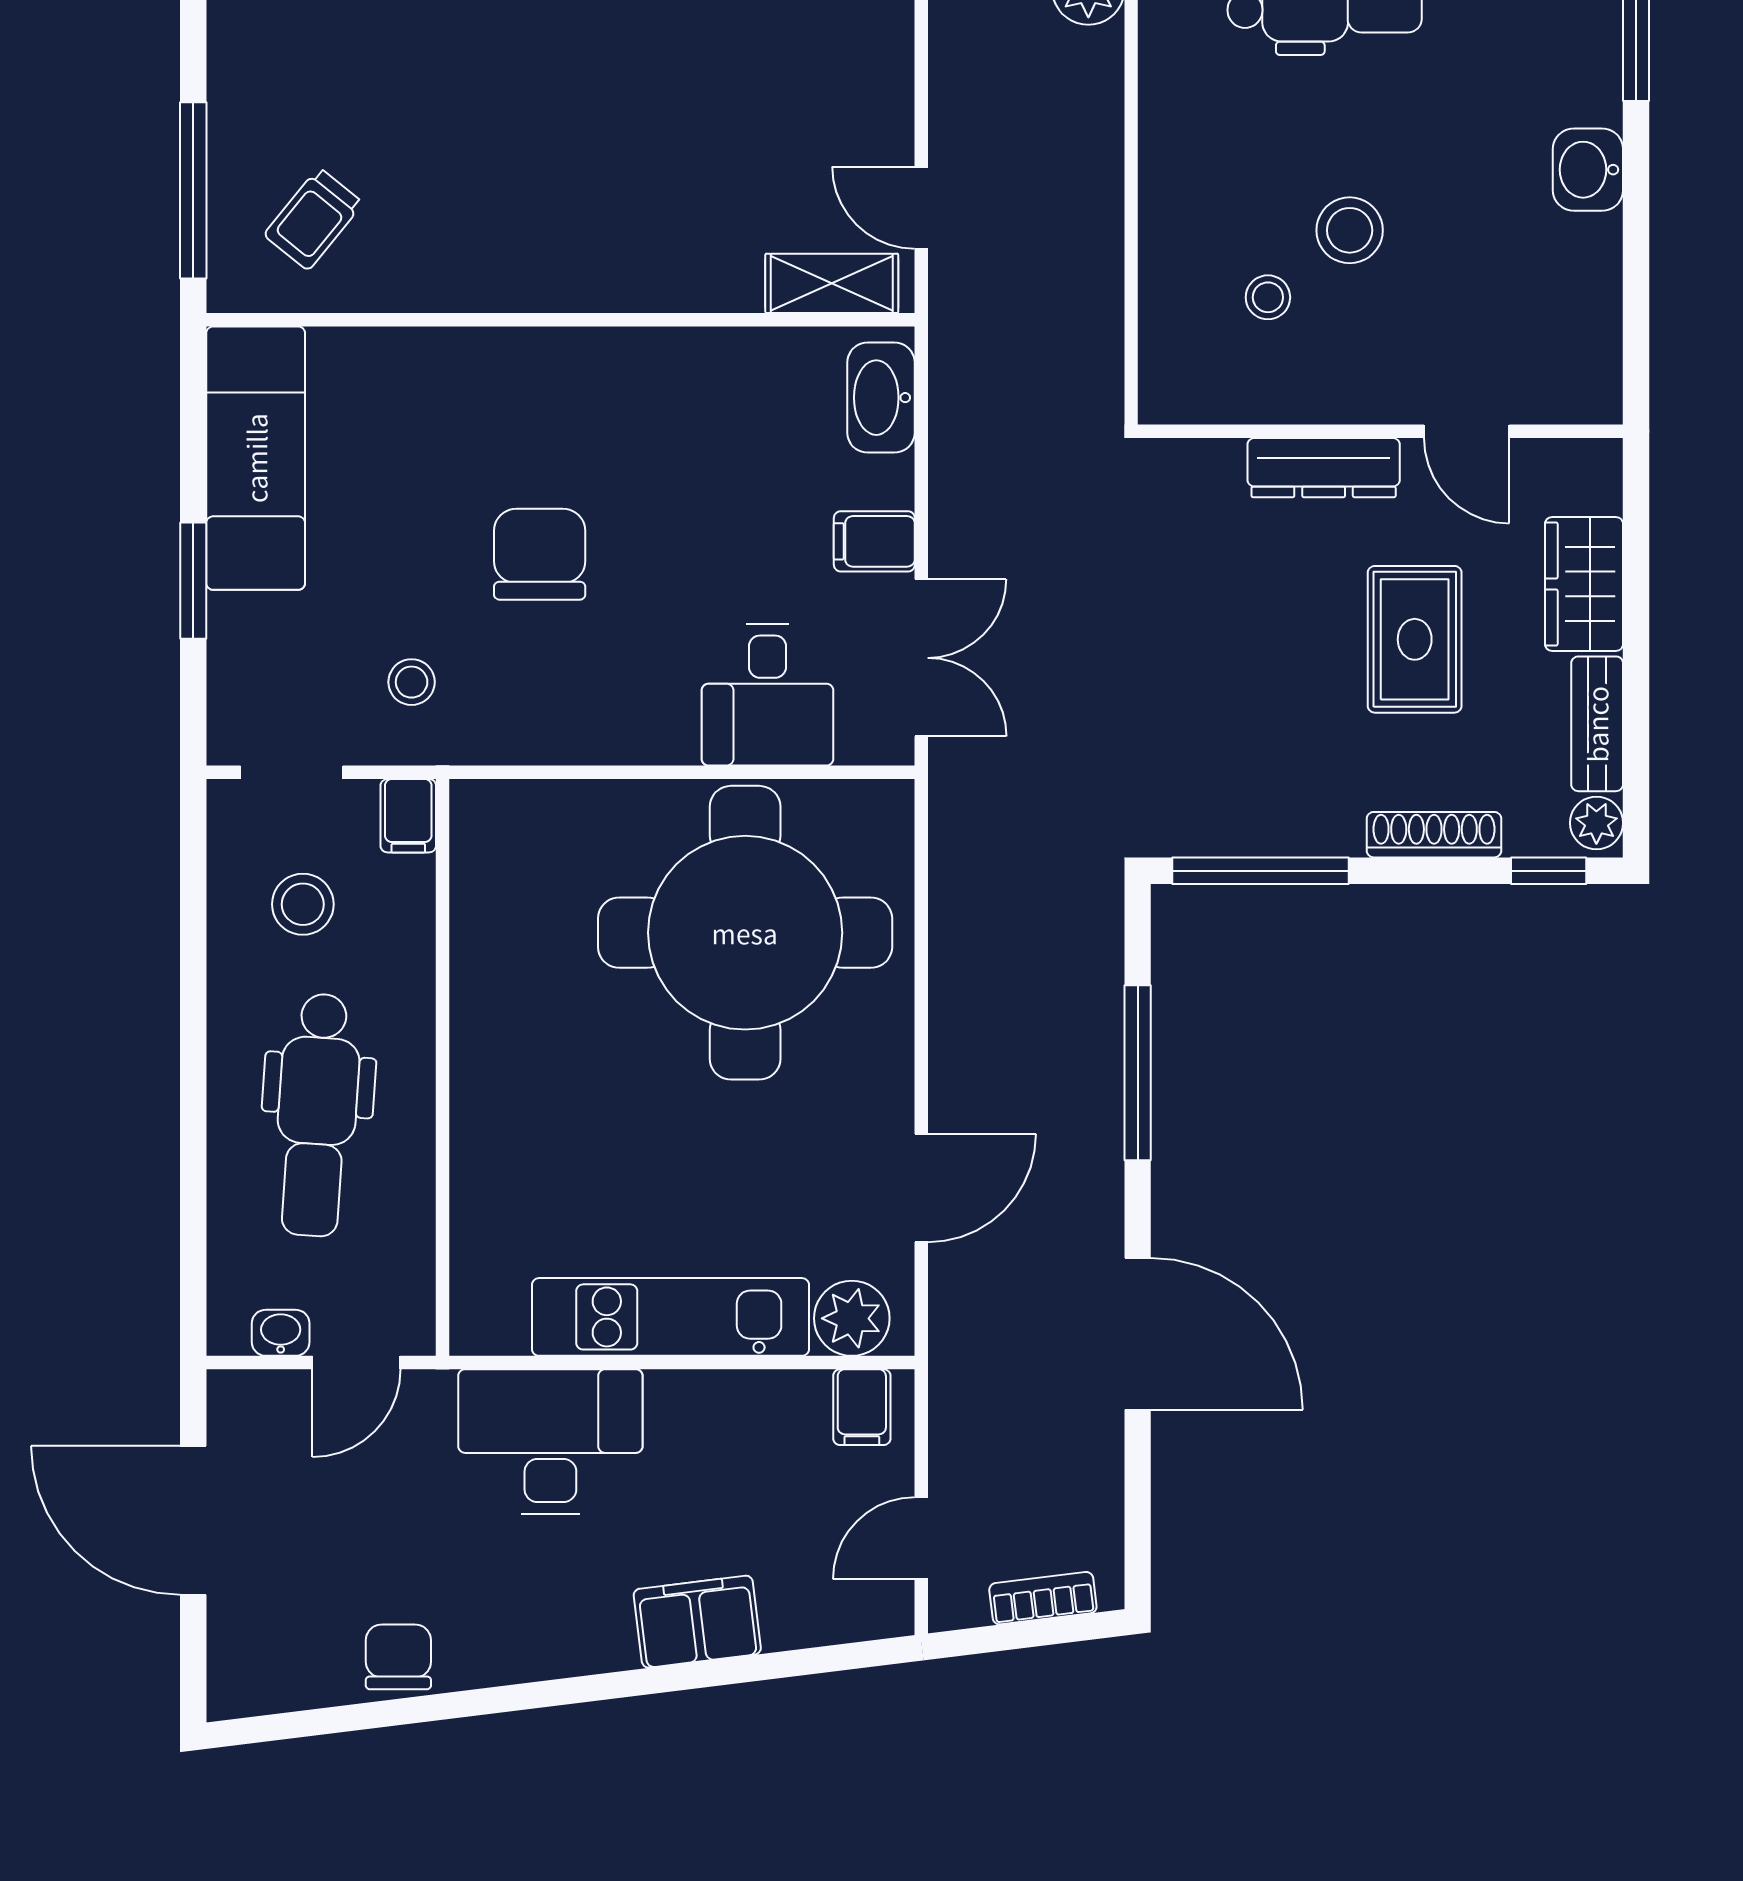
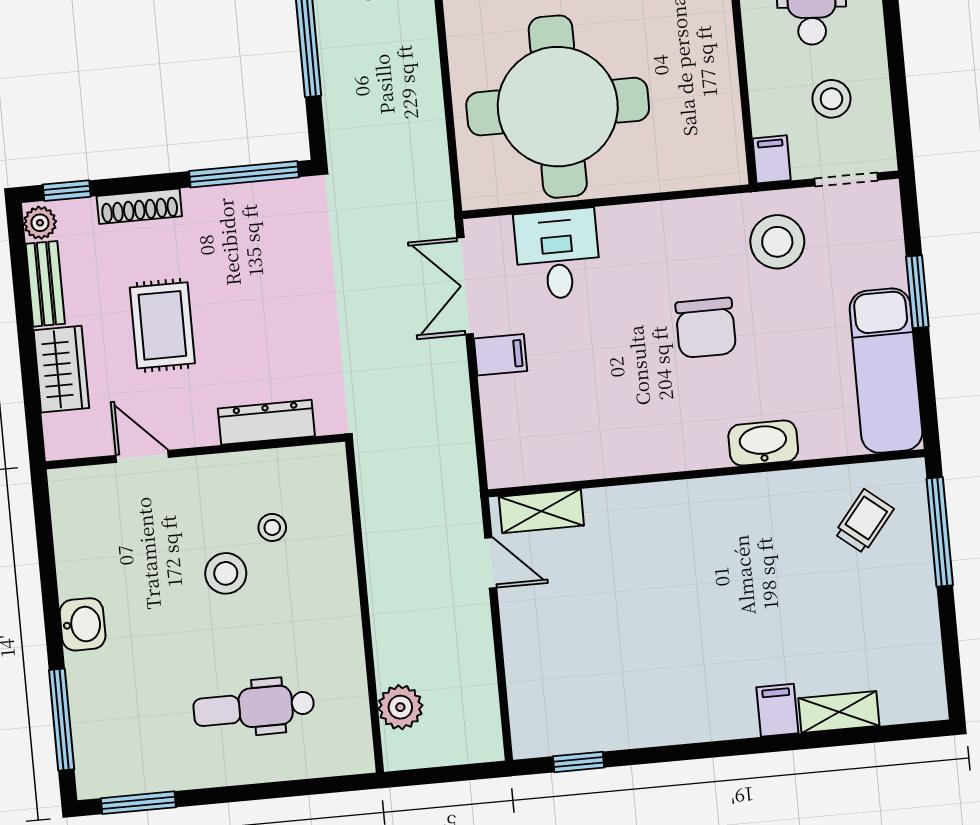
washbasin: (881, 398) -> (763, 443), moved, turned -90
dresser: (1324, 468) -> (266, 422), moved
stool: (412, 682) -> (777, 242), width x1.89, depth x1.89

